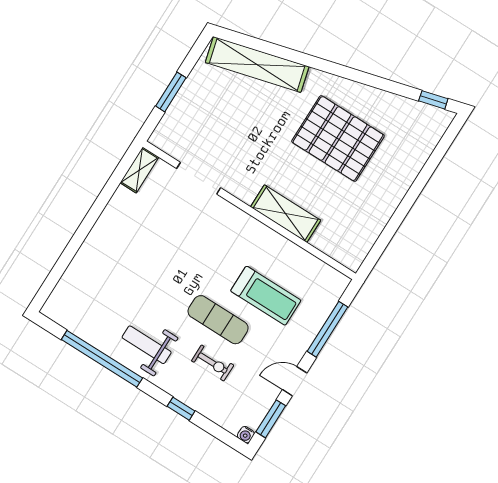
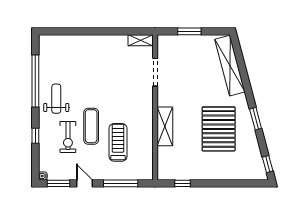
window: (357, 76) -> (256, 119), added
window: (384, 240) -> (183, 183), added
treadmill: (266, 296) -> (118, 142), turned 180
exercise bike: (213, 363) -> (68, 137), width x1.38, depth x1.39

